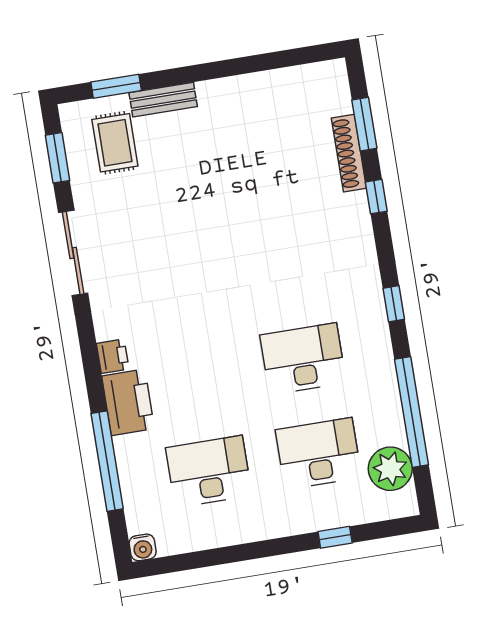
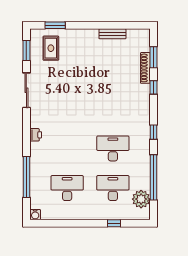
bench: (163, 100) -> (112, 34), moved
printer: (128, 402) -> (39, 155), removed

